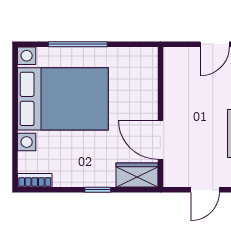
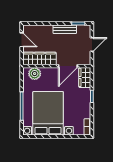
plant: (145, 71) -> (35, 74), added
wardrobe: (176, 81) -> (39, 58), added
door: (205, 190) -> (92, 45), hinge flipped

